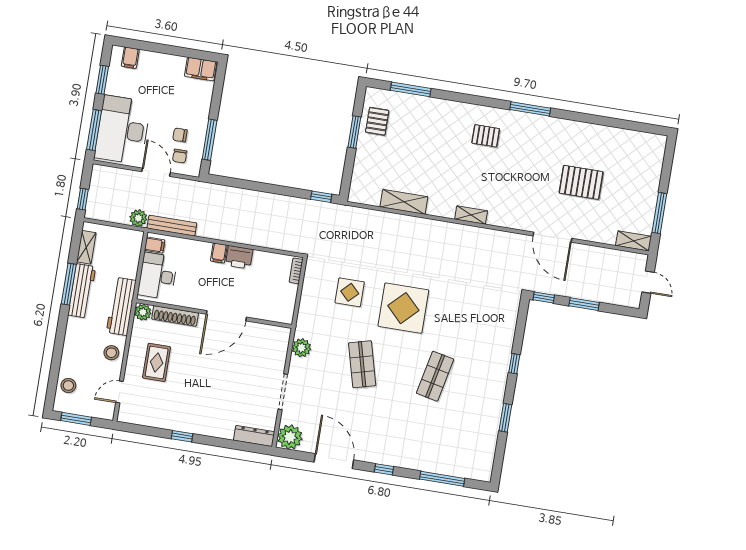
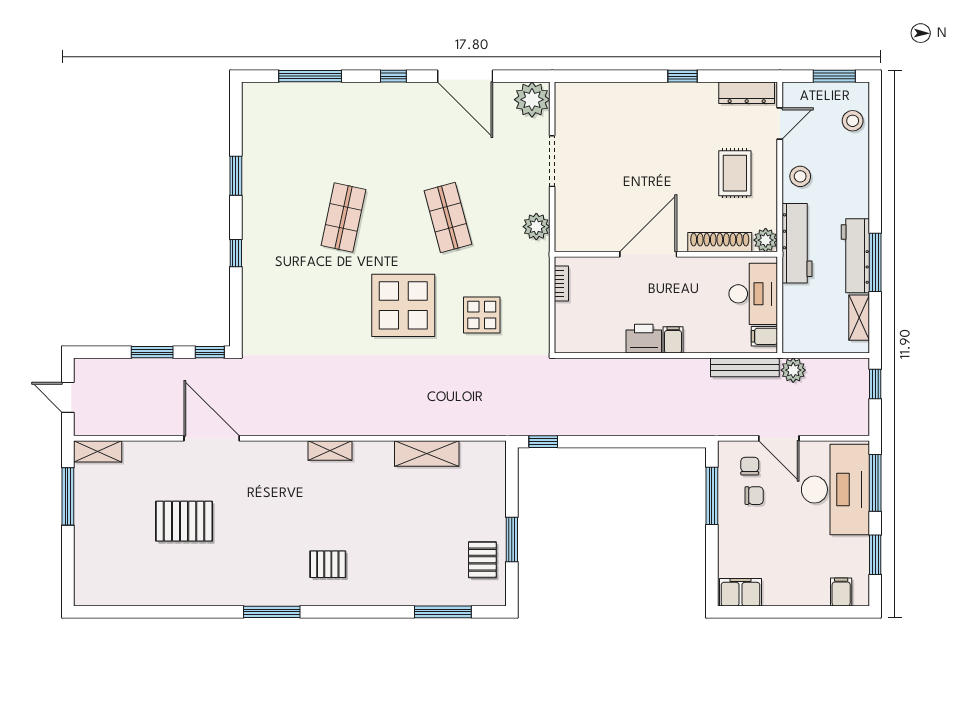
bookcase: (296, 271) -> (561, 284), moved
dresser: (254, 436) -> (747, 93), moved

